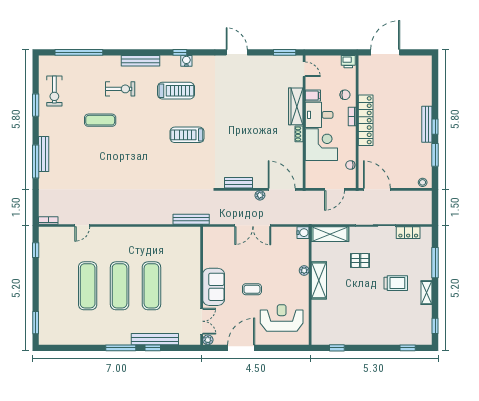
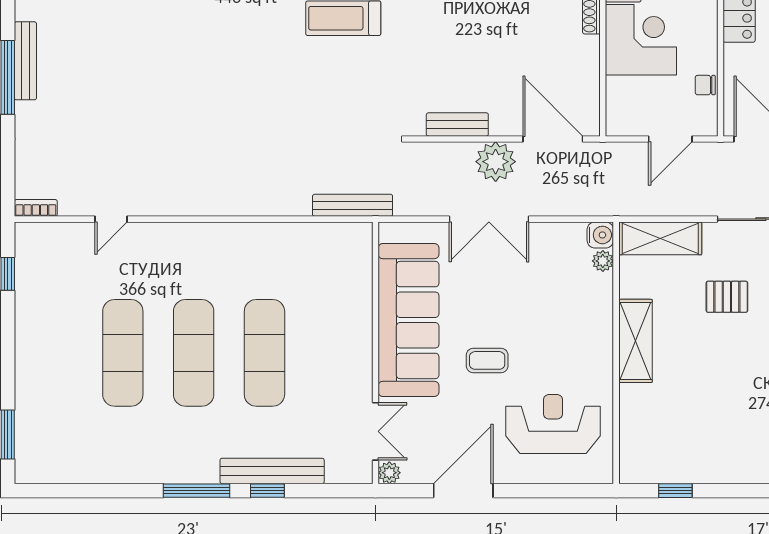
plant: (260, 195) -> (496, 162), width x1.88, depth x1.88
plant: (304, 270) -> (603, 261), moved
sofa: (214, 287) -> (409, 320), width x1.85, depth x1.27

